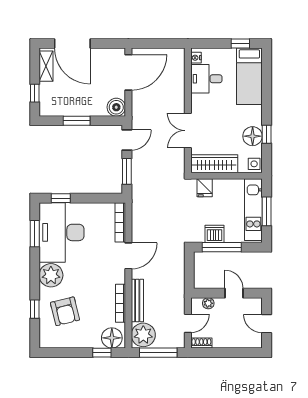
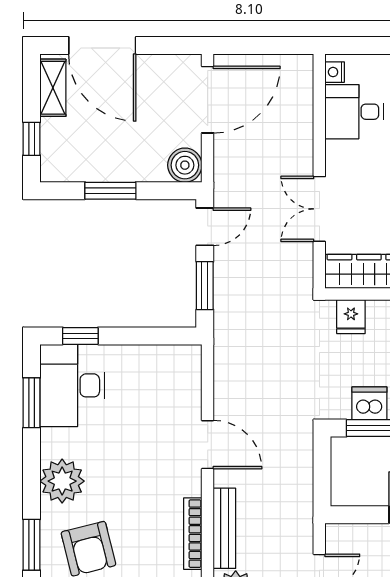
bookcase: (120, 222) -> (192, 382), removed
desk: (62, 232) -> (72, 385), width x0.73, depth x0.77
door: (128, 256) -> (208, 445), hinge flipped
plant: (208, 303) -> (358, 534), removed
window: (35, 309) -> (32, 545), width x1.50

